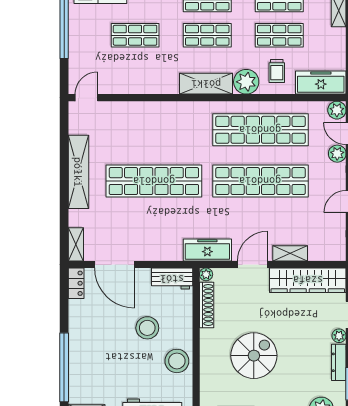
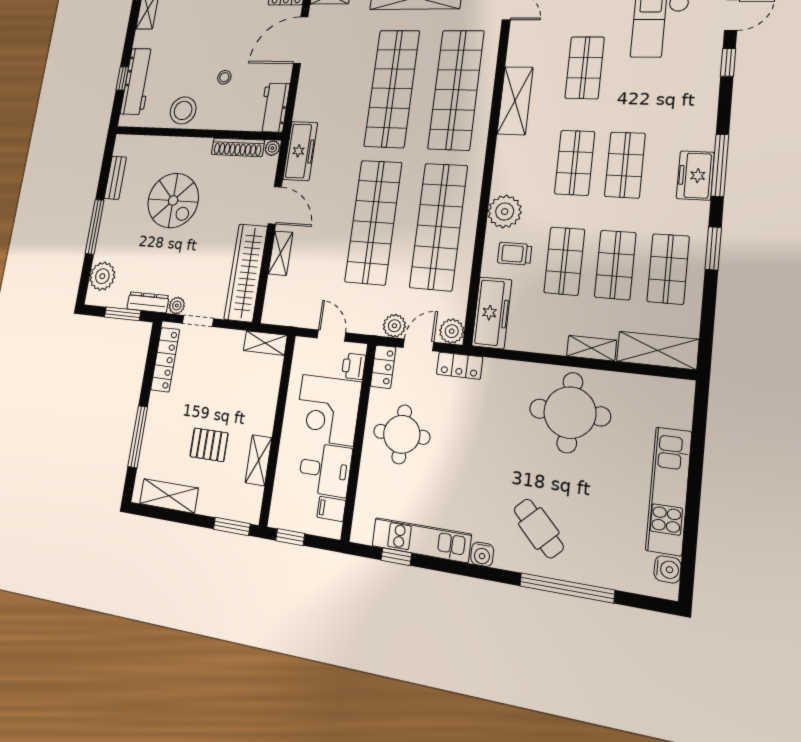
shelving: (206, 84) -> (515, 101), moved
shop shelf: (154, 130) -> (456, 90), added
stool: (147, 328) -> (224, 77), width x0.53, depth x0.53

